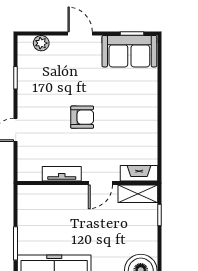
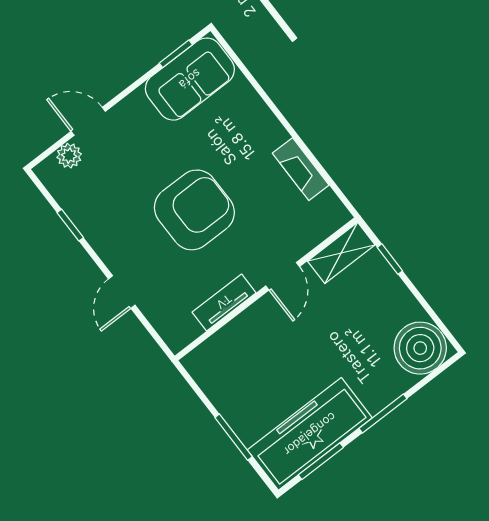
door: (80, 34) -> (88, 121), moved
armchair: (82, 117) -> (194, 210), width x1.88, depth x1.88
fireplace: (139, 173) -> (301, 169), moved, turned -90

